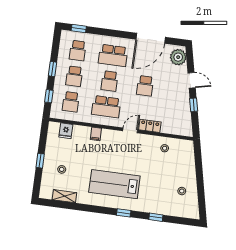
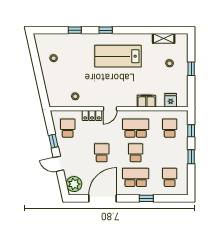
window: (79, 29) -> (146, 198), moved
school desk: (74, 76) -> (68, 128), moved
filing cabinet: (96, 134) -> (146, 101), width x2.00
lab bench: (114, 184) -> (118, 56), turned 180

